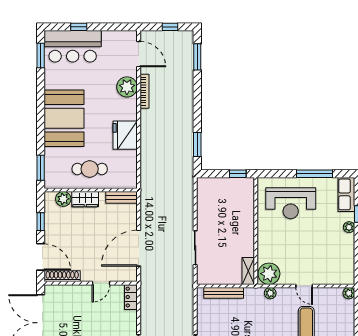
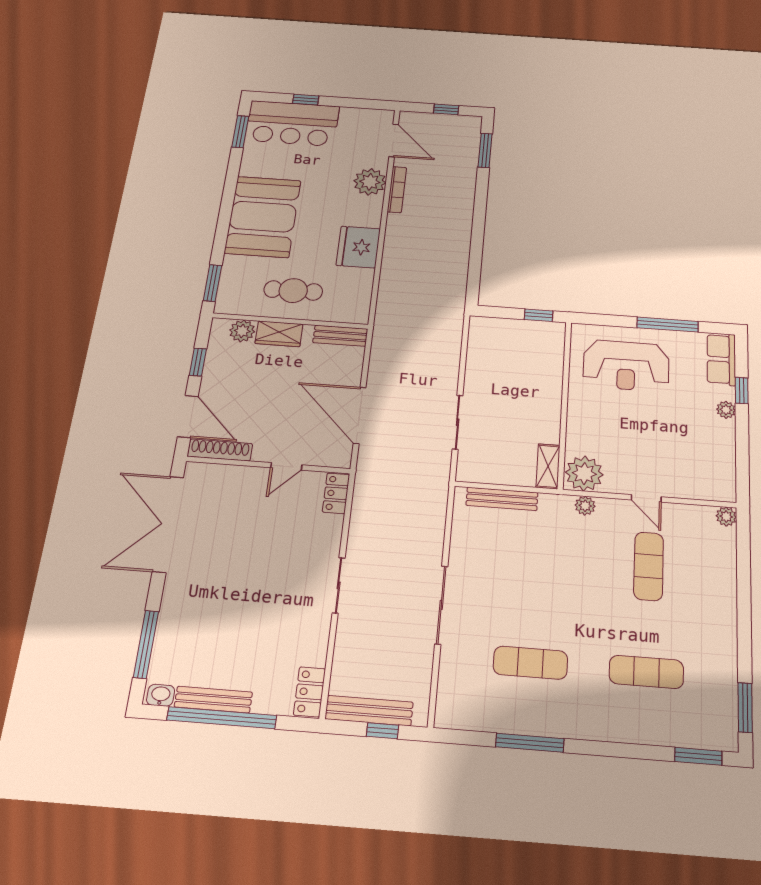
window: (197, 144) -> (475, 268), removed
door: (139, 248) -> (360, 415), hinge flipped

